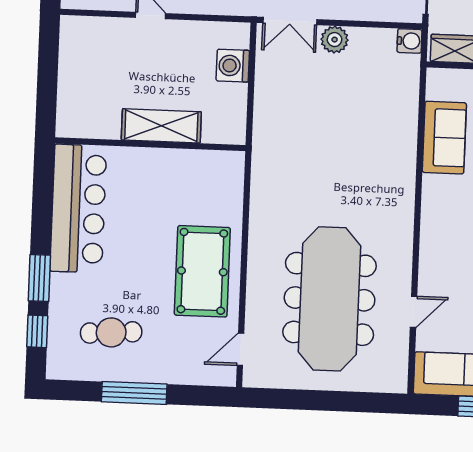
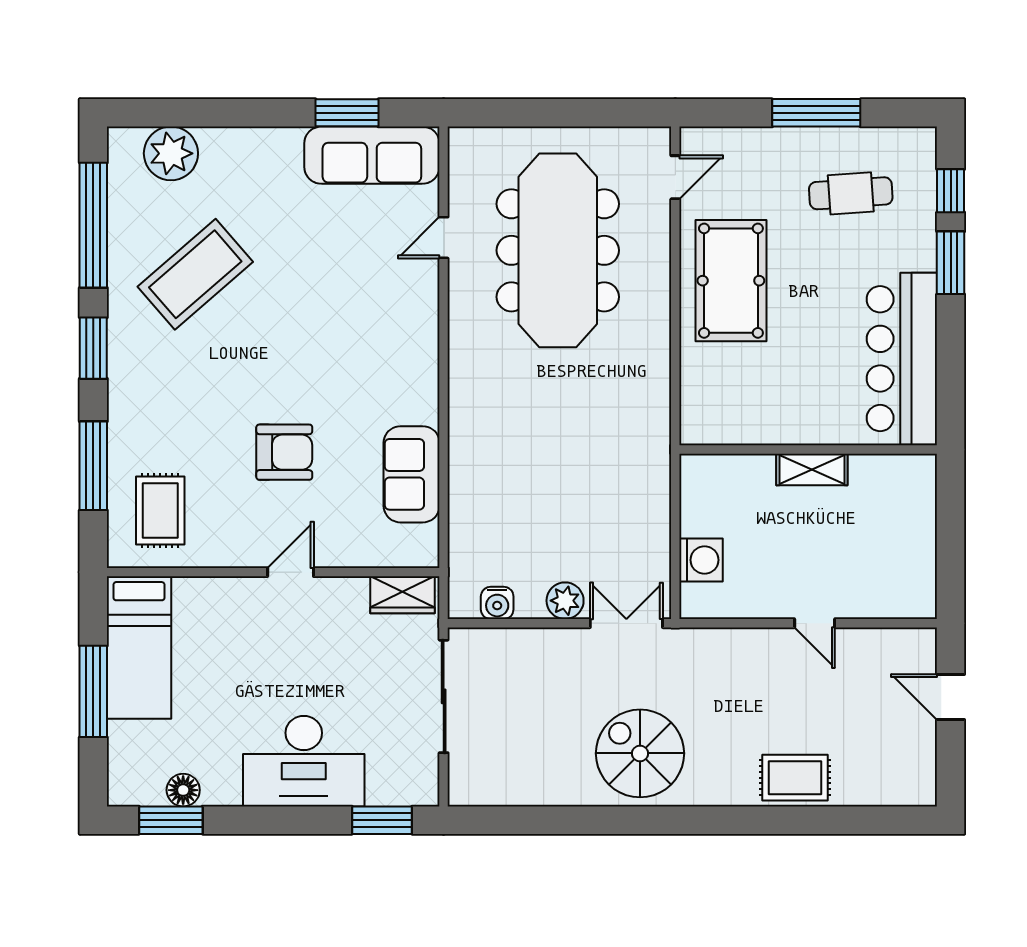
water cooler: (409, 41) -> (497, 603), moved, turned -90
shelving: (161, 126) -> (812, 469), width x0.67, depth x0.75

